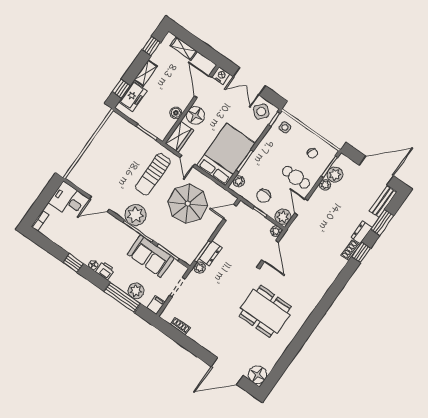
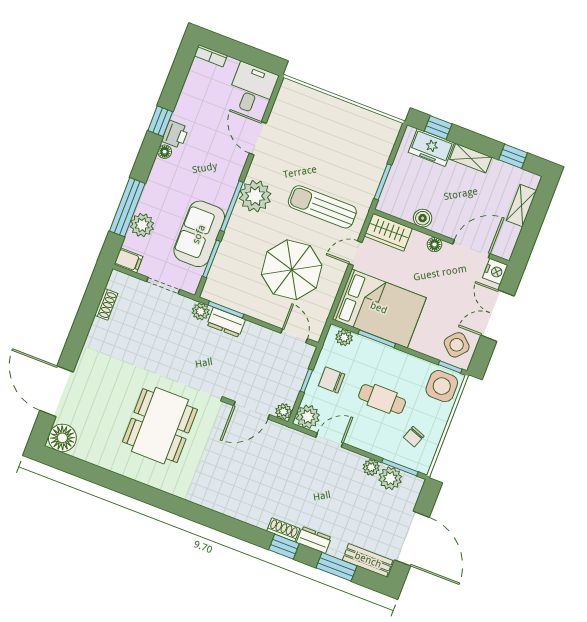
floor lamp: (195, 115) -> (434, 245), width x0.53, depth x0.53
side table: (285, 127) -> (442, 386), width x1.87, depth x1.87
cafe table: (296, 177) -> (382, 399), moved, turned 90
printer: (105, 271) -> (175, 134), moved

